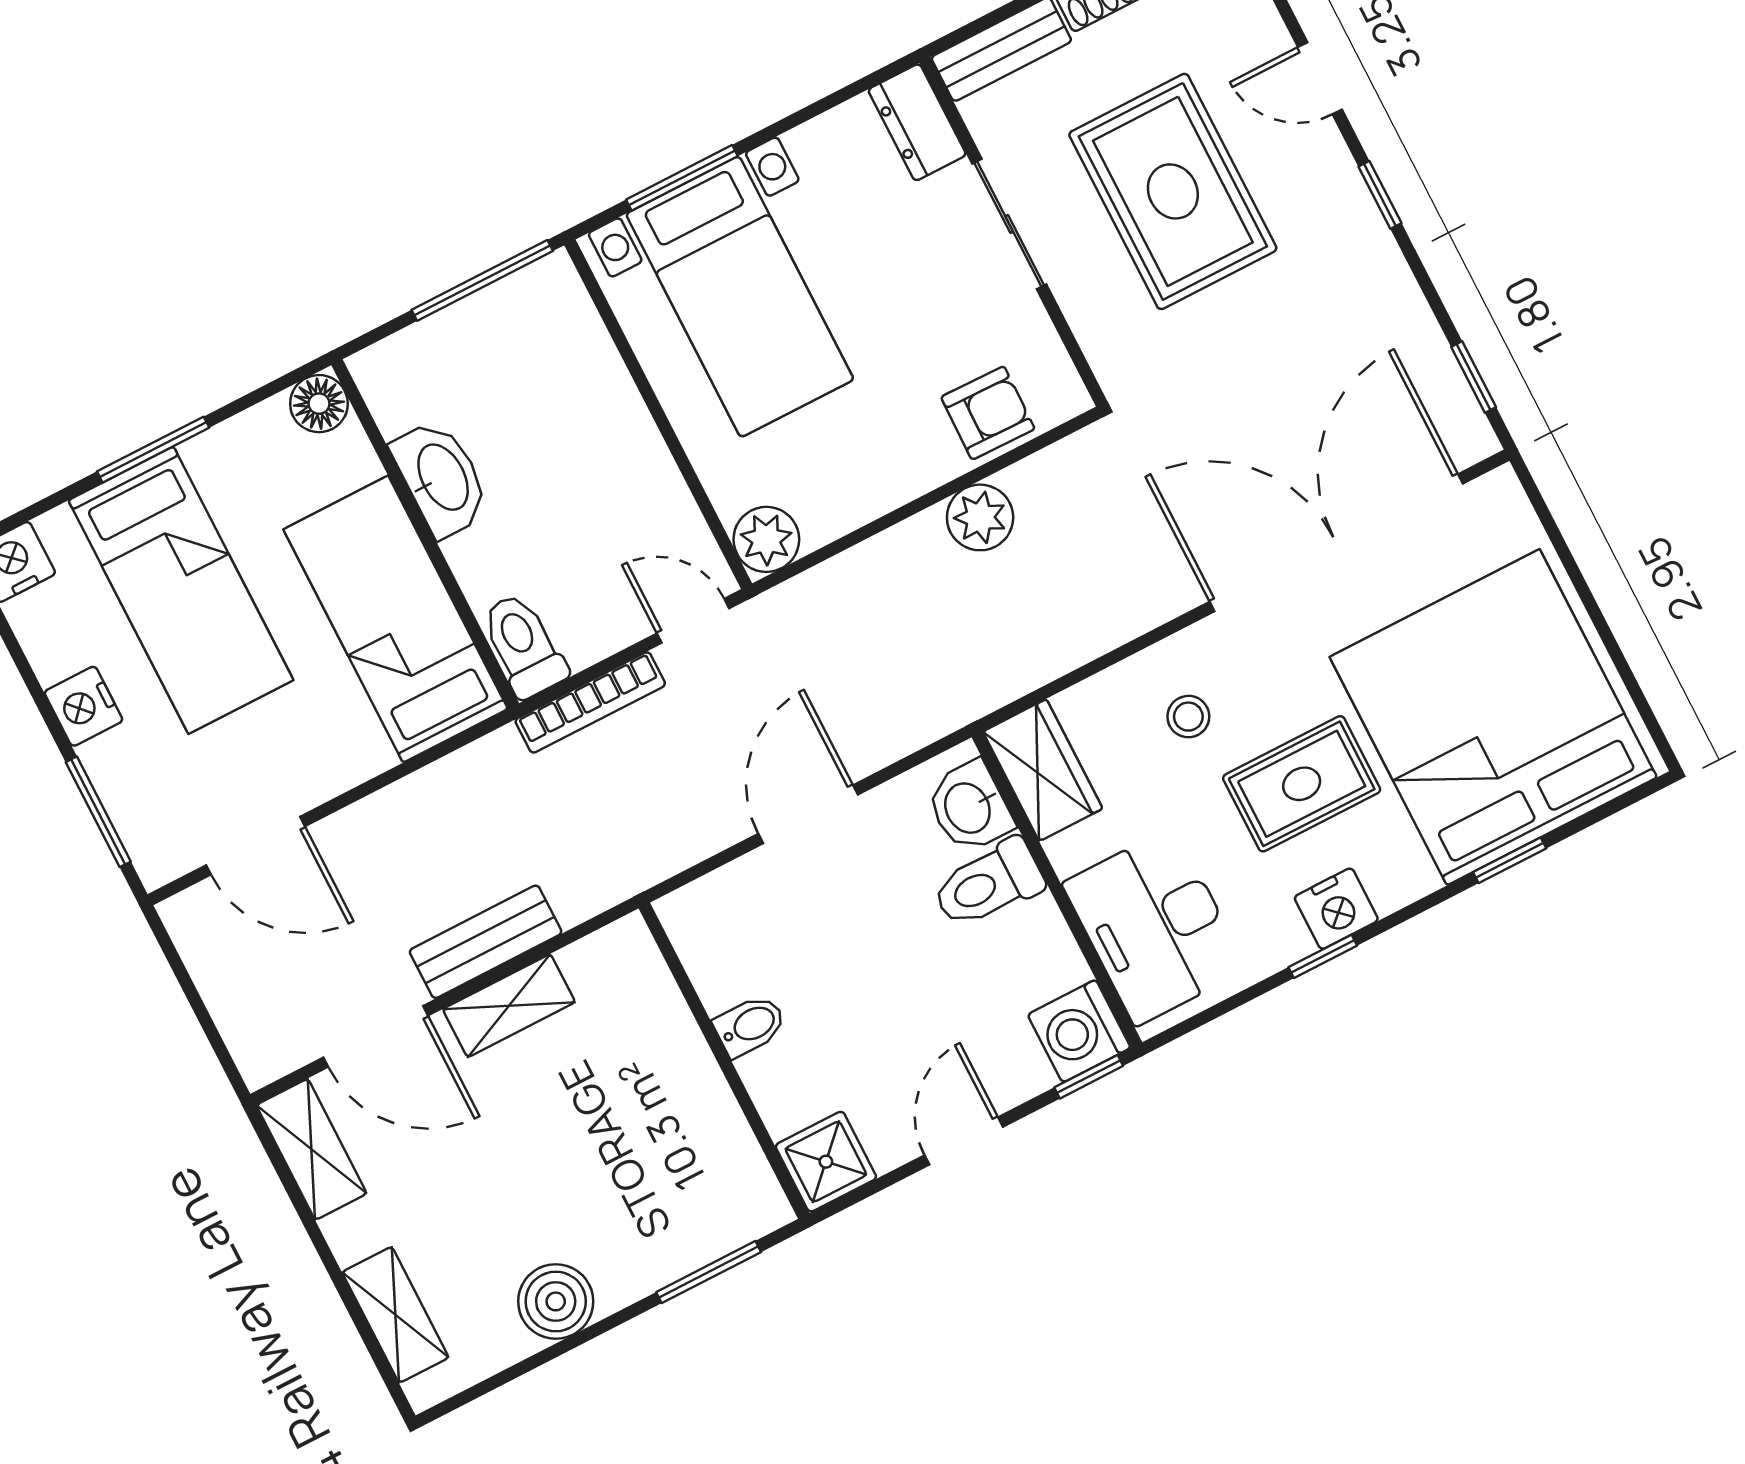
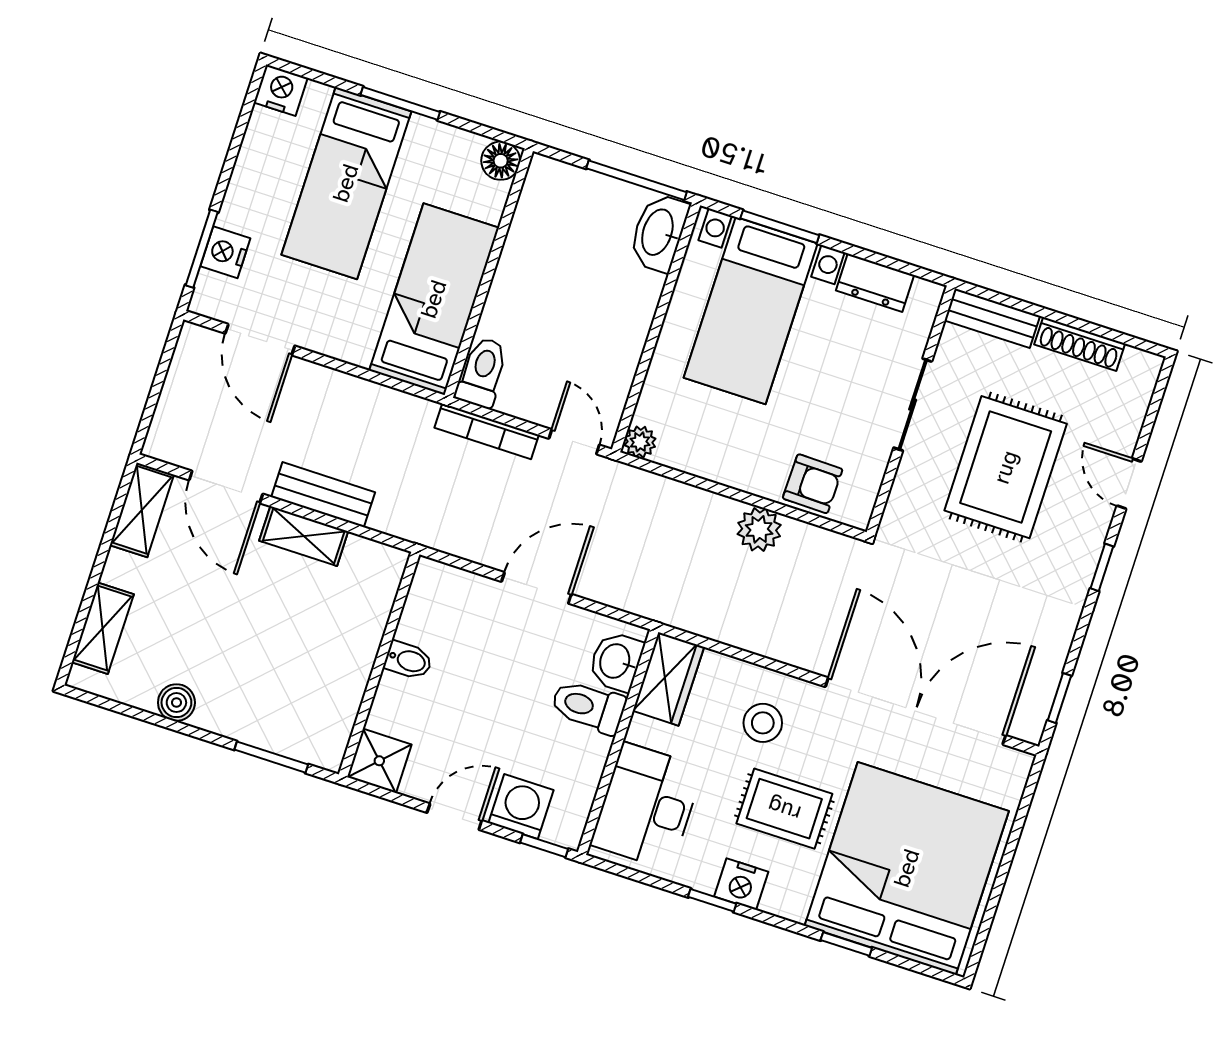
dresser: (917, 122) -> (875, 283), moved, turned -90
washbasin: (441, 478) -> (659, 233), moved, turned 180
plant: (766, 539) -> (640, 442), width x0.73, depth x0.73
nightstand: (83, 706) -> (225, 252), moved
stool: (1188, 717) -> (763, 723), width x1.37, depth x1.37
washing machine: (1079, 1031) -> (521, 807), moved, turned 90
boiler: (556, 1301) -> (176, 703), width x0.73, depth x0.73

